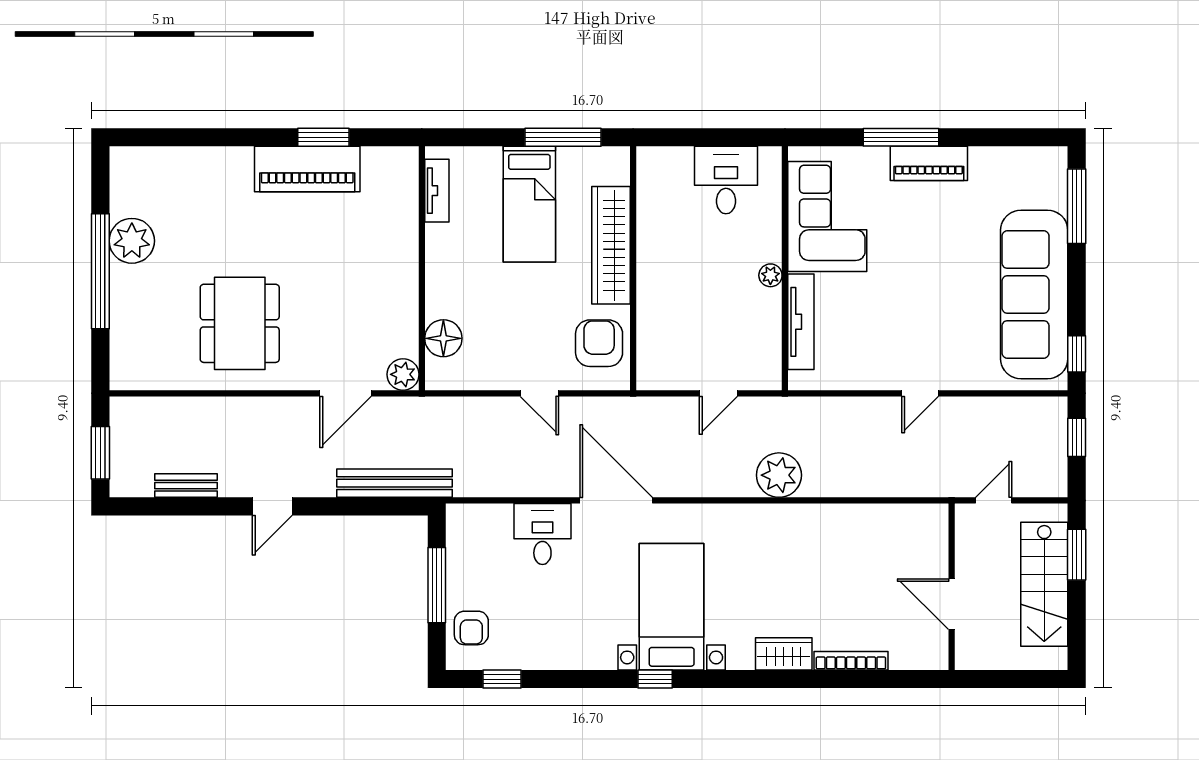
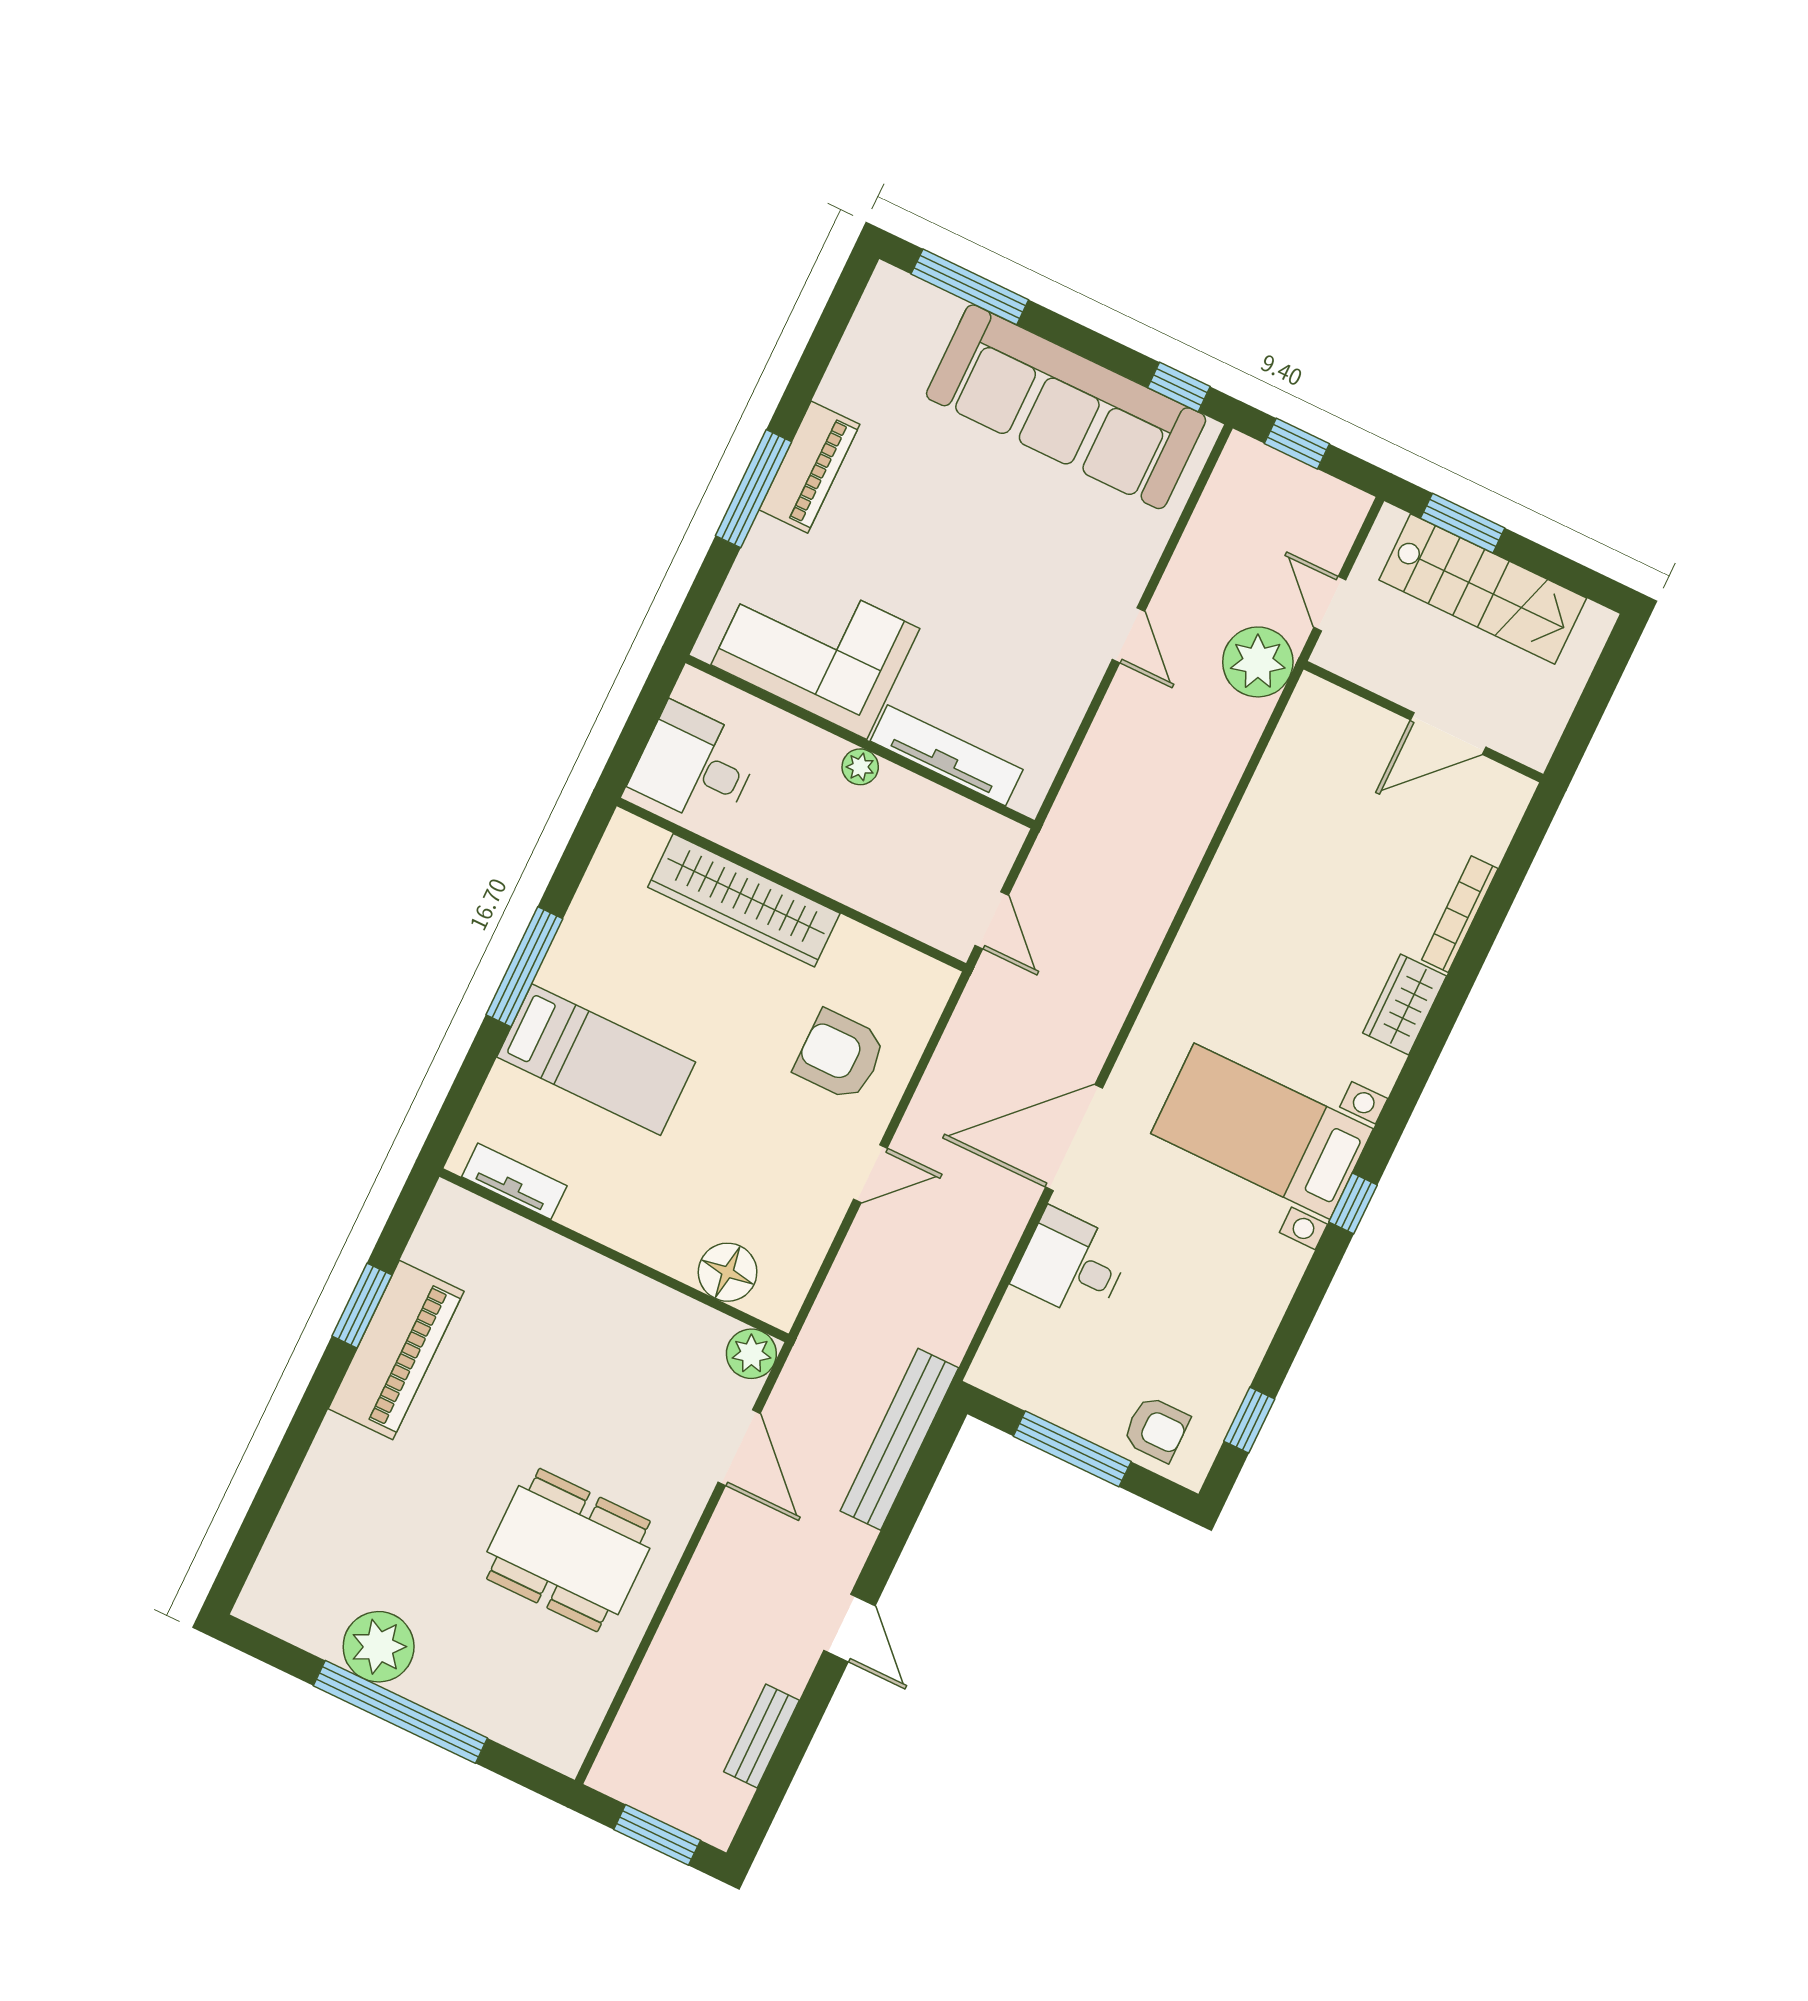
wardrobe: (611, 245) -> (744, 900), moved
wall: (633, 268) -> (791, 885), moved
plant: (779, 475) -> (1258, 662), moved

